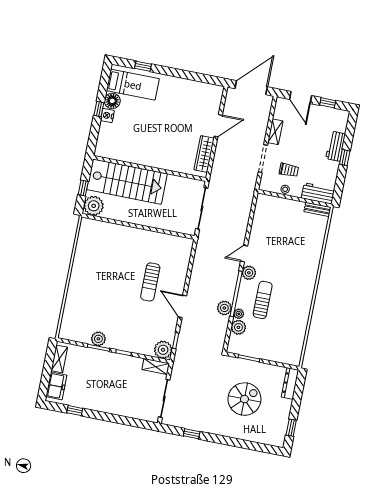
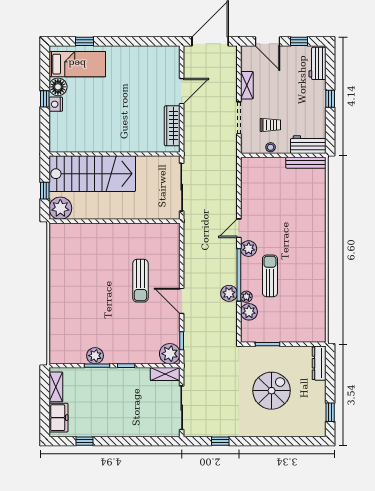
workbench: (336, 146) -> (317, 63), moved
bench: (317, 209) -> (306, 163), width x1.36

